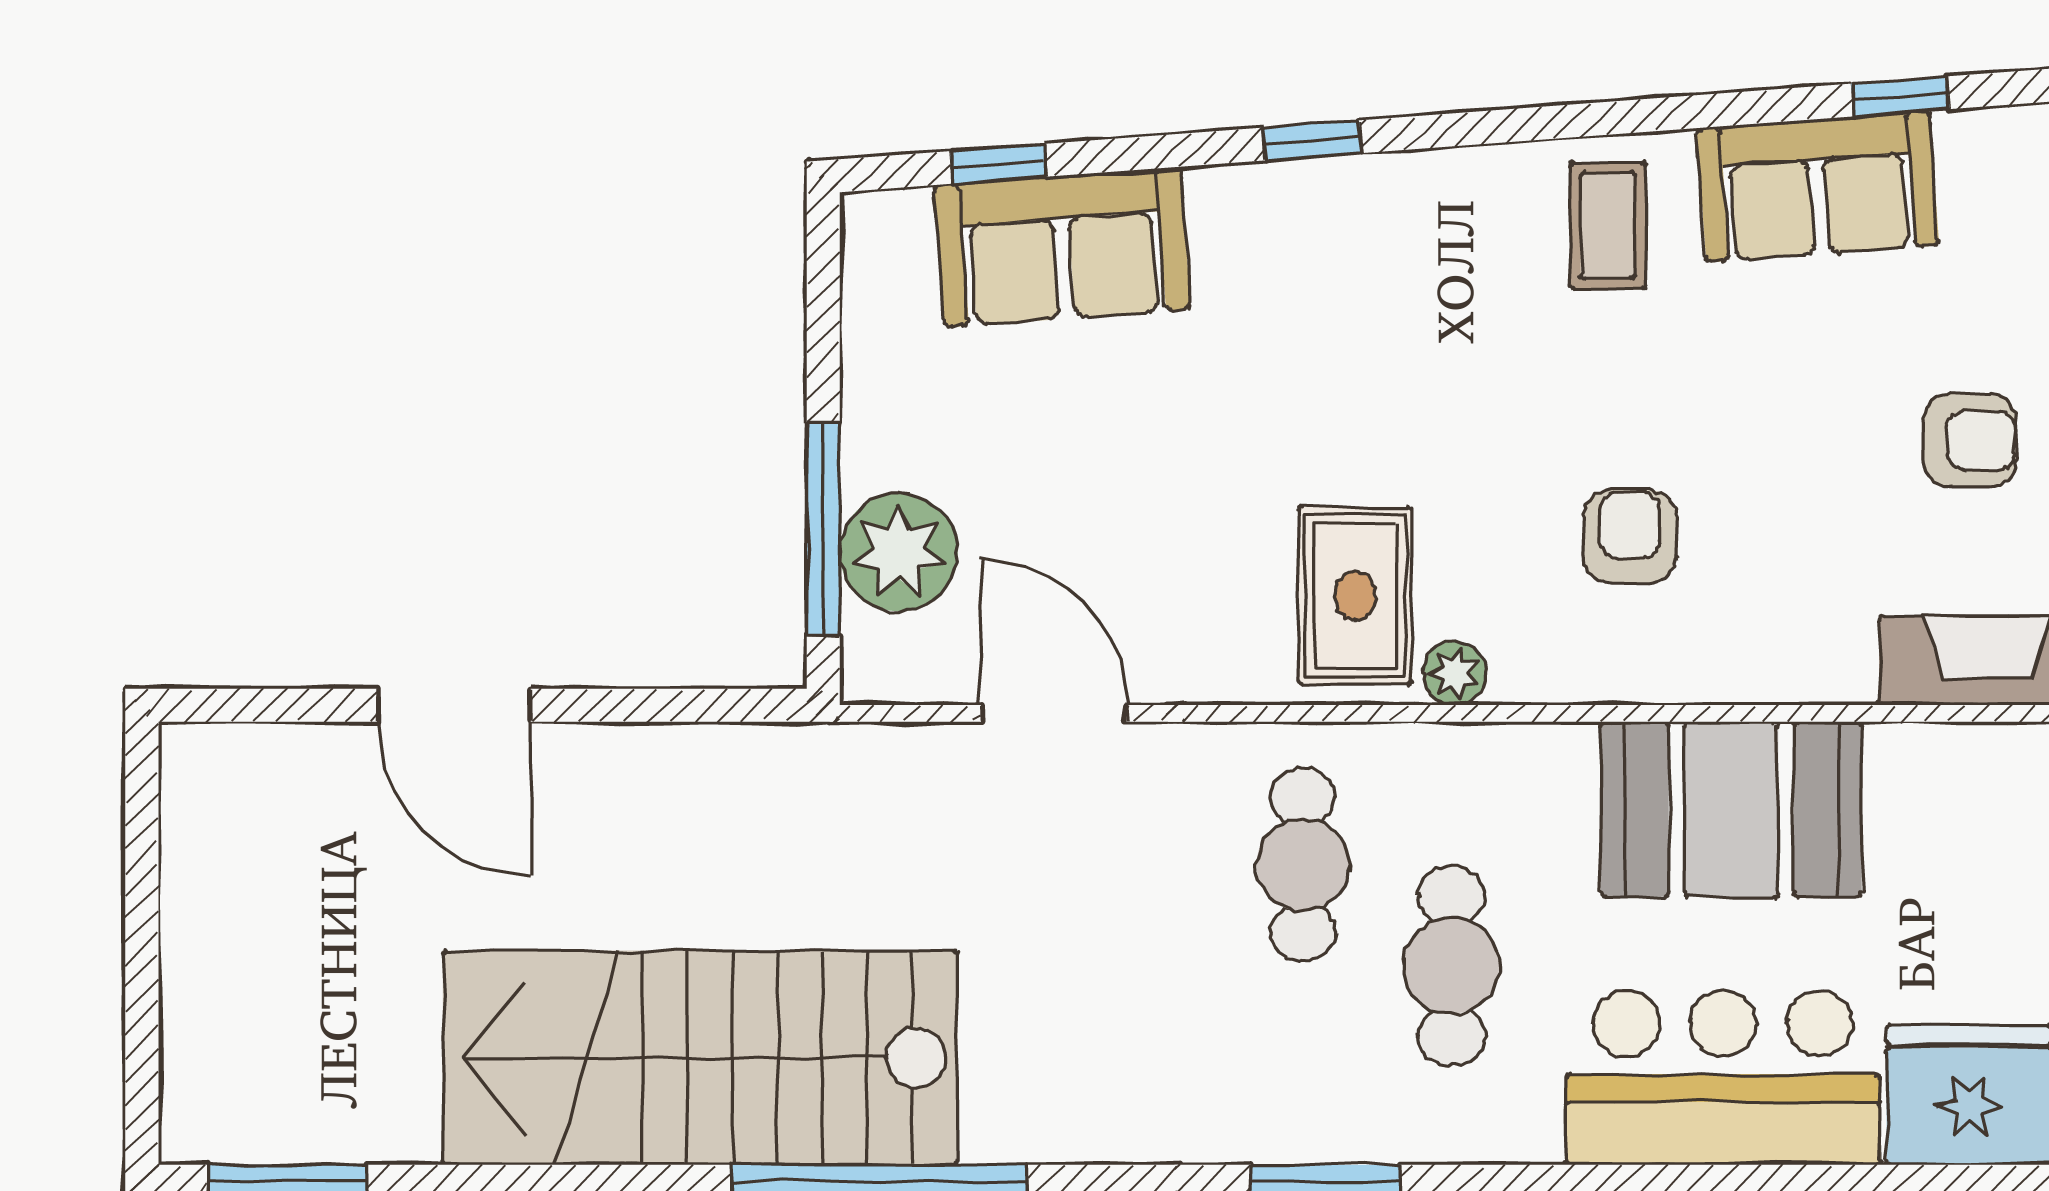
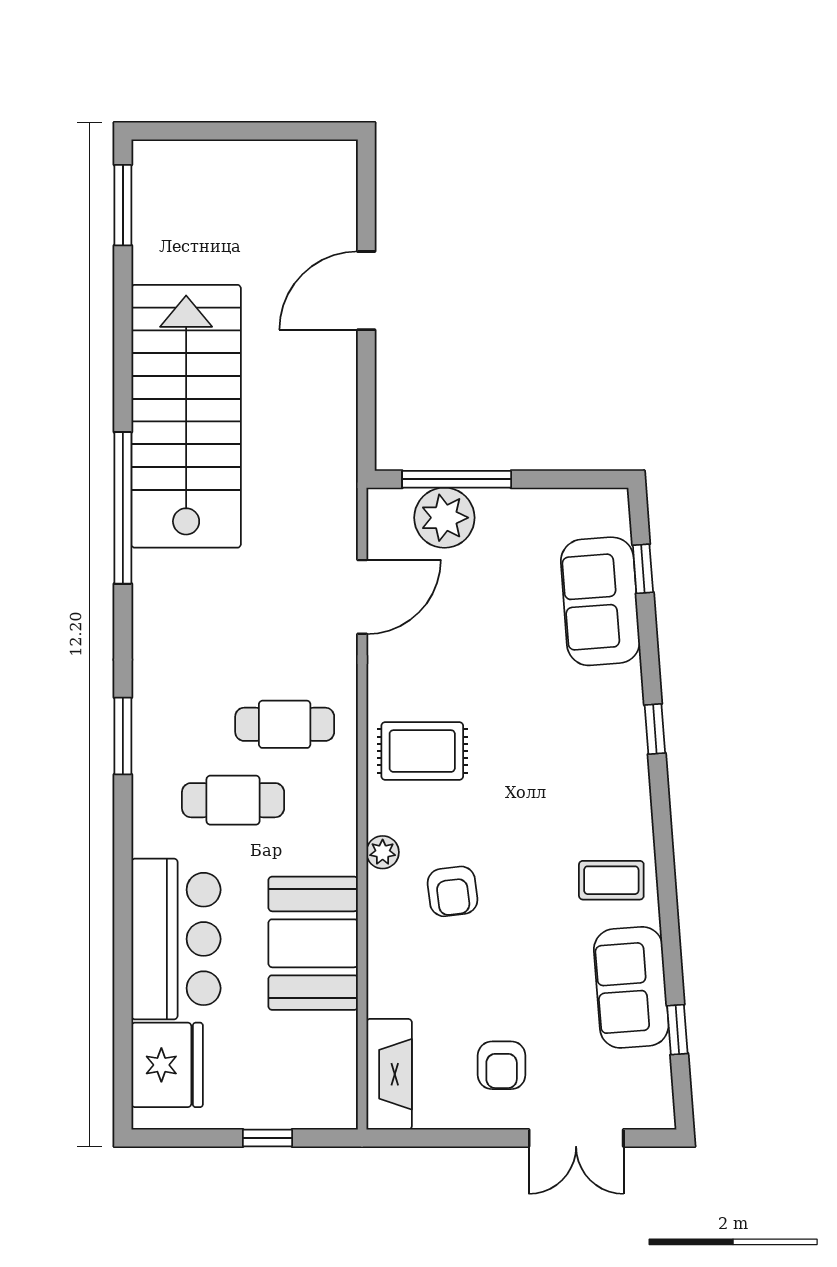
armchair: (1630, 536) -> (452, 891), turned 83
plant: (1455, 673) -> (383, 852), moved

